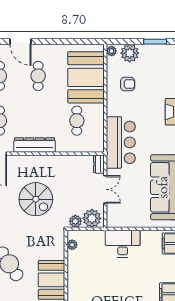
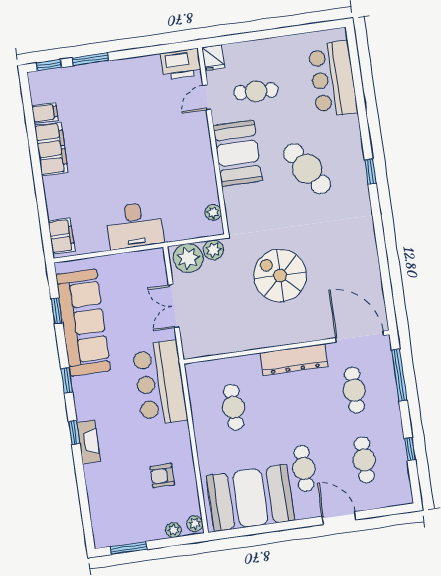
plant: (130, 53) -> (173, 530), width x0.53, depth x0.53
booth: (86, 77) -> (250, 498), moved, turned 90
dresser: (99, 164) -> (190, 344), removed

